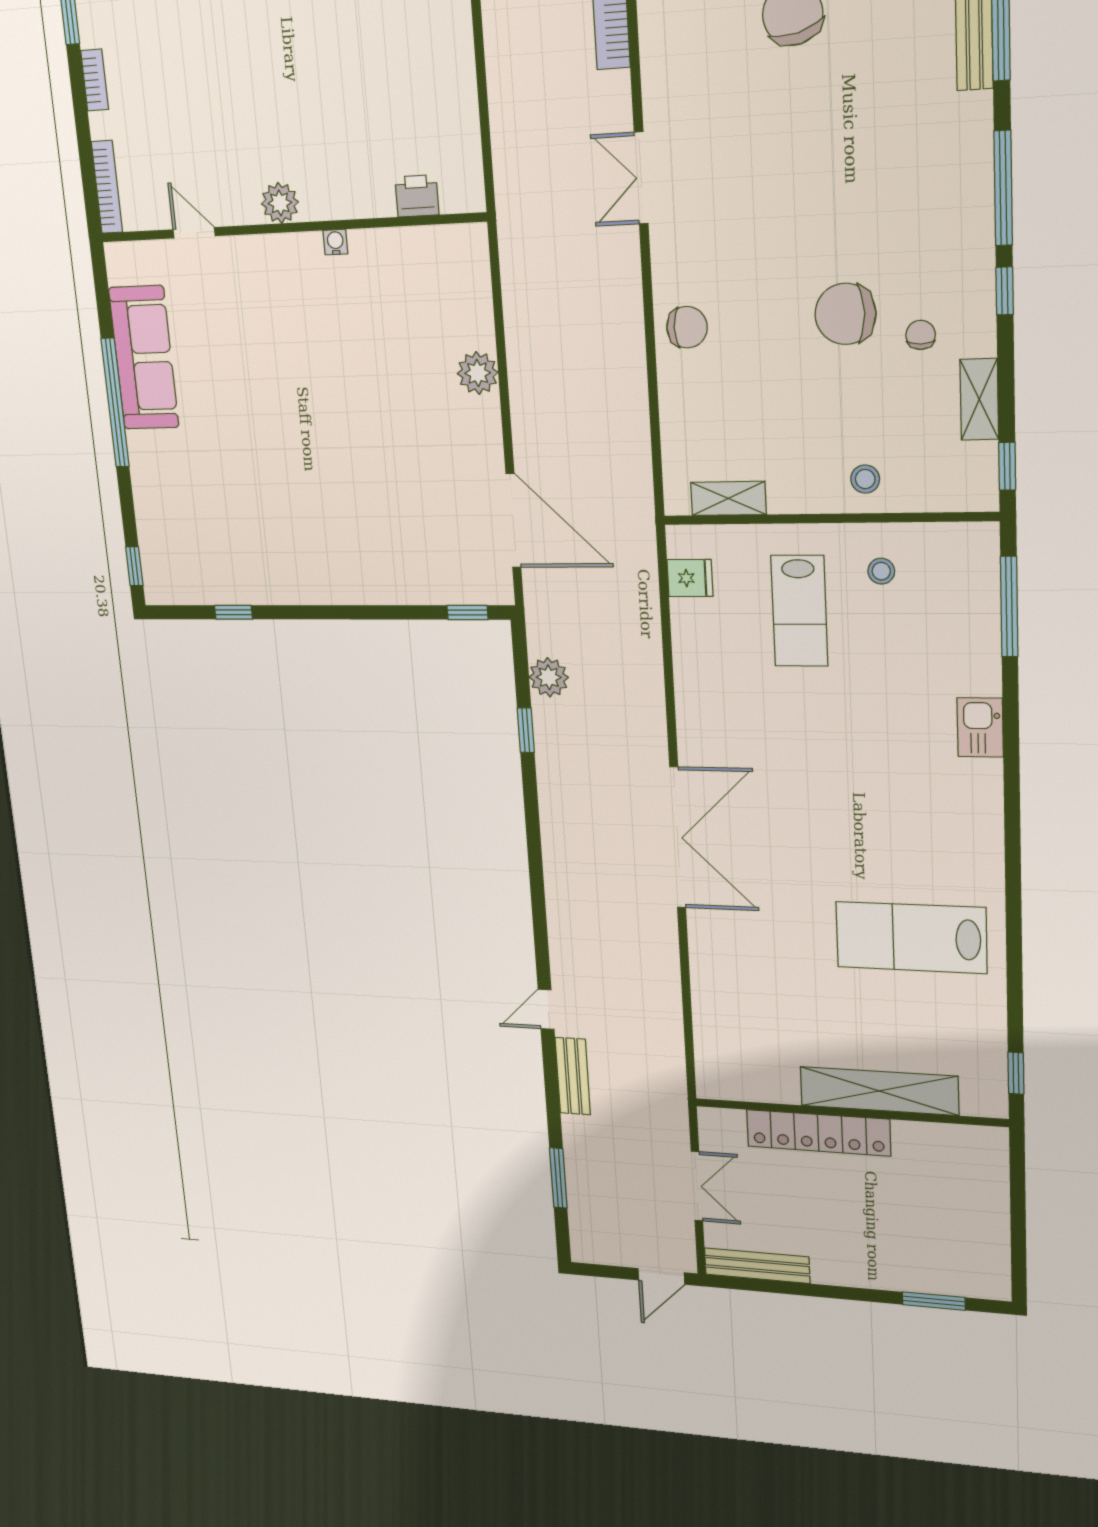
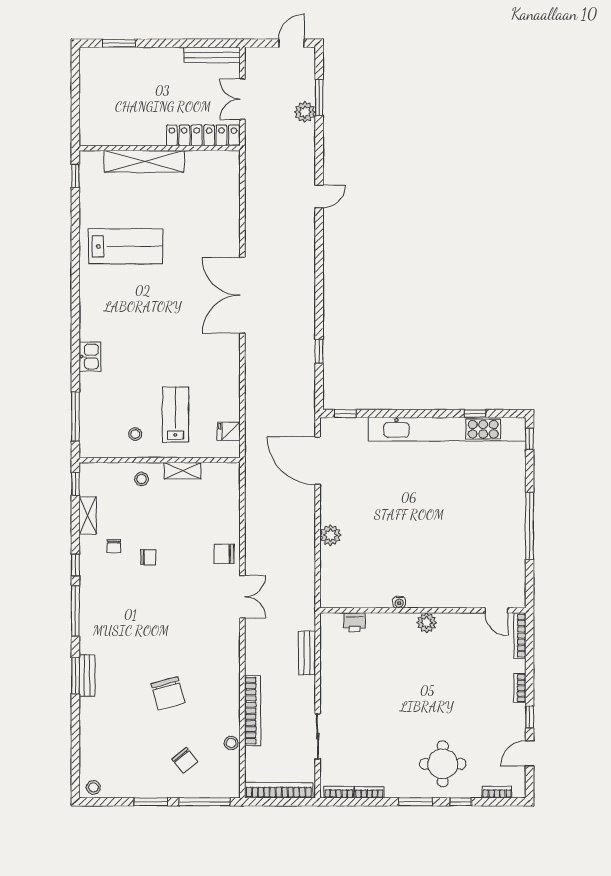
double door: (641, 178) -> (242, 597), moved
door: (194, 233) -> (496, 610), moved
chair: (845, 314) -> (148, 557), width x0.54, depth x0.54
sofa: (144, 358) -> (510, 549), removed
shelving: (728, 498) -> (183, 471), moved
kitchen unit: (280, 583) -> (447, 429), added
plant: (549, 677) -> (305, 112), moved
bench: (573, 1076) -> (307, 653), moved
locker: (818, 1133) -> (203, 135), moved
door: (661, 1276) -> (292, 43), moved

